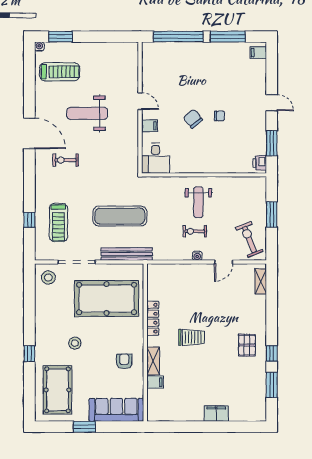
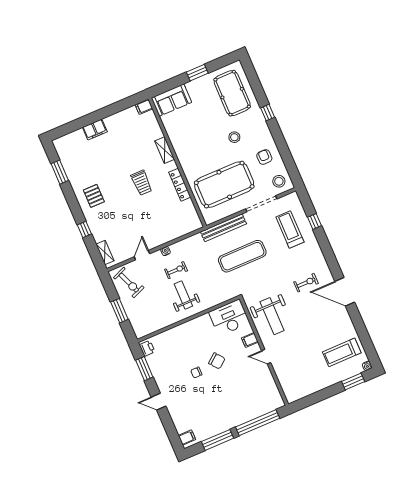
weight bench: (87, 113) -> (272, 316), moved, turned 90
desk: (156, 158) -> (229, 318), width x1.37
trolley: (192, 337) -> (142, 183), turned -90
window: (272, 353) -> (84, 229), moved
armchair: (124, 361) -> (264, 157), moved, turned 180
filing cabinet: (155, 382) -> (144, 107), moved
sofa: (116, 410) -> (171, 100), width x0.73

